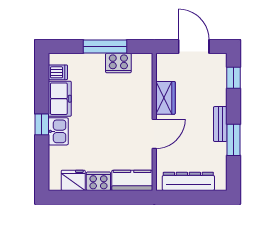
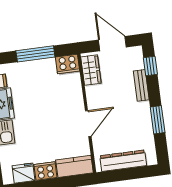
cooker: (118, 63) -> (68, 64), moved
wardrobe: (165, 98) -> (91, 70), moved
bench: (220, 124) -> (141, 85), moved

